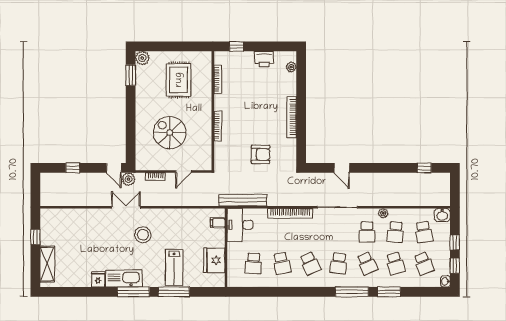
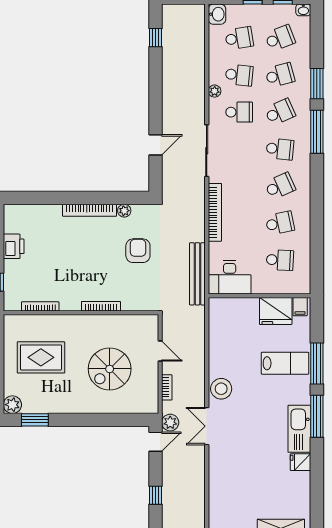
plant: (291, 67) -> (124, 211), moved
filing cabinet: (218, 223) -> (300, 307), moved
stool: (143, 235) -> (221, 389), moved

